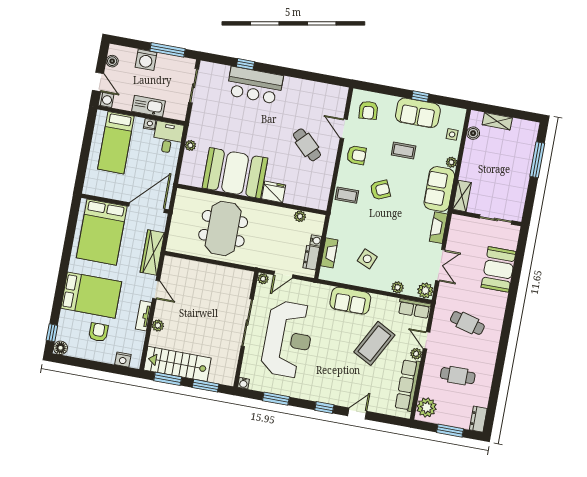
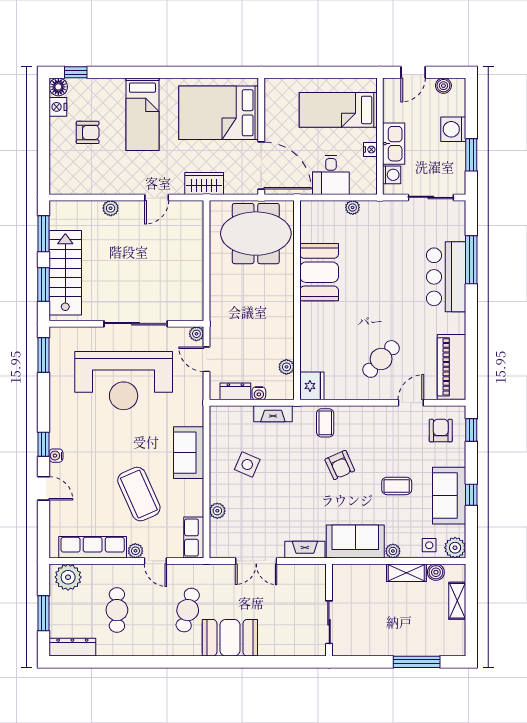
window: (167, 50) -> (471, 155), width x0.69
window: (245, 64) -> (471, 260), width x2.17
window: (372, 87) -> (471, 430), added
piano: (322, 94) -> (451, 367), added
washing machine: (106, 100) -> (392, 175), moved, turned -90
armchair: (368, 110) -> (441, 431), turned 95
desk: (168, 138) -> (331, 175), moved, turned 90
coffee table: (404, 151) -> (397, 486), turned 90
armchair: (356, 155) -> (380, 426), removed
booth: (235, 173) -> (319, 272), width x0.73, depth x0.70
fridge: (274, 192) -> (312, 386), moved
shelving: (462, 196) -> (406, 573), moved
meeting table: (223, 228) -> (256, 234), moved
wardrobe: (152, 253) -> (204, 184), width x0.67
fireplace: (329, 253) -> (273, 414), moved
booth: (498, 269) -> (230, 638), moved
plant: (425, 290) -> (455, 548), moved
bed: (91, 295) -> (142, 114), width x0.67
tv unit: (144, 316) -> (120, 187), removed
door: (427, 340) -> (155, 561), swing flipped
coffee table: (374, 343) -> (139, 494), turned 38
nightstand: (123, 360) -> (58, 107), moved
stairs: (177, 364) -> (65, 273), moved
water cooler: (243, 383) -> (56, 456), moved
window: (276, 399) -> (44, 355), moved
dresser: (478, 419) -> (72, 647), width x1.44

